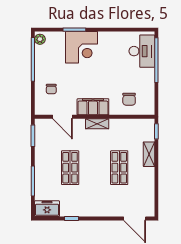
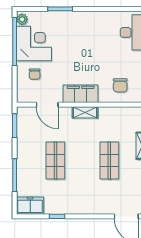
corner desk: (81, 47) -> (34, 44), moved, turned -90

